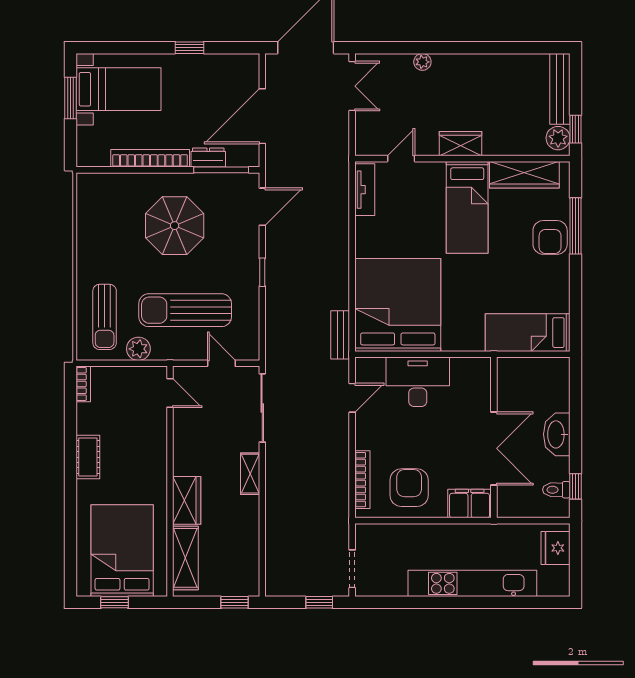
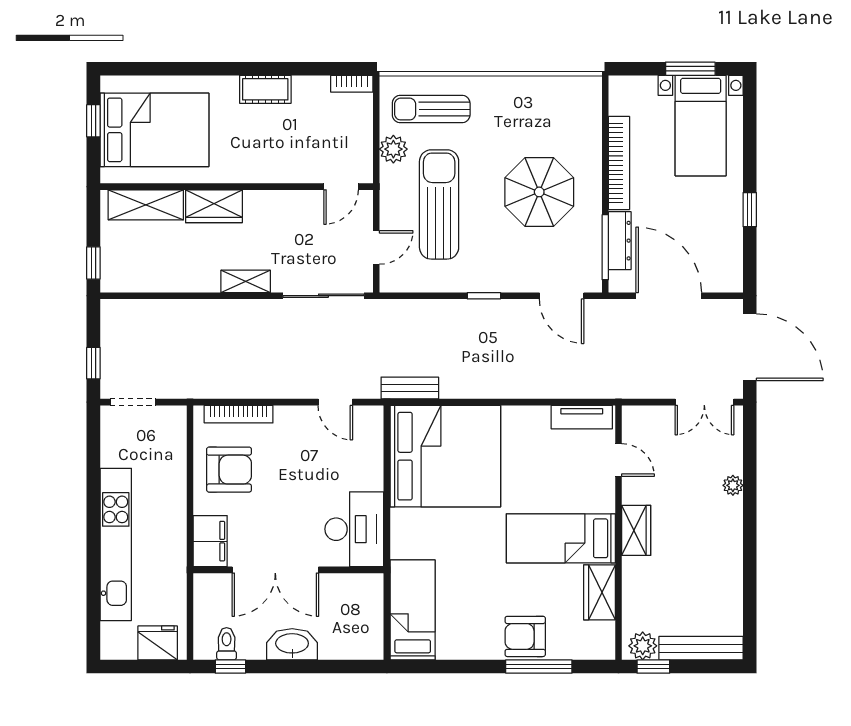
dresser: (208, 158) -> (620, 241), width x1.44
wardrobe: (524, 175) -> (599, 592), width x0.67
desk: (418, 382) -> (354, 529), moved

